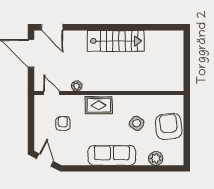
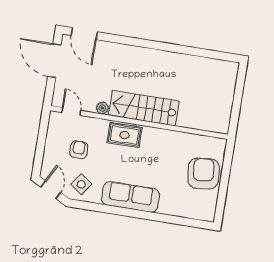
stairs: (116, 41) -> (144, 108), moved, turned 180
side table: (137, 123) -> (81, 184), moved
plant: (156, 158) -> (182, 209), removed

